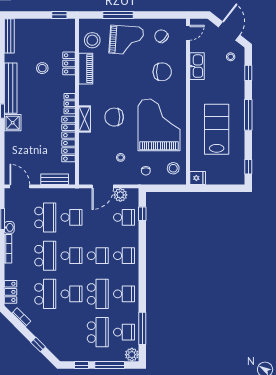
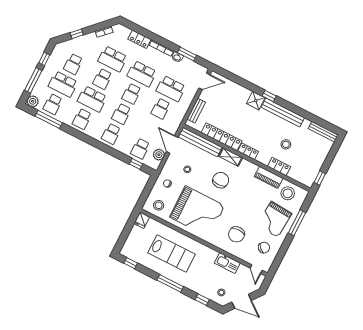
bench: (85, 159) -> (200, 142), added
locker: (11, 292) -> (139, 39), moved
school desk: (71, 332) -> (73, 64), added

